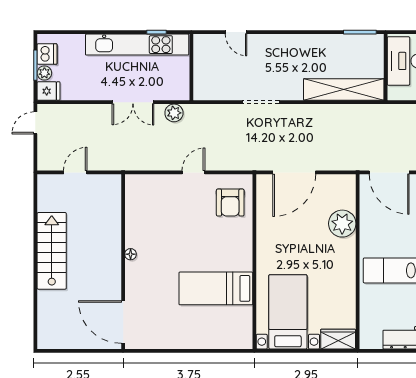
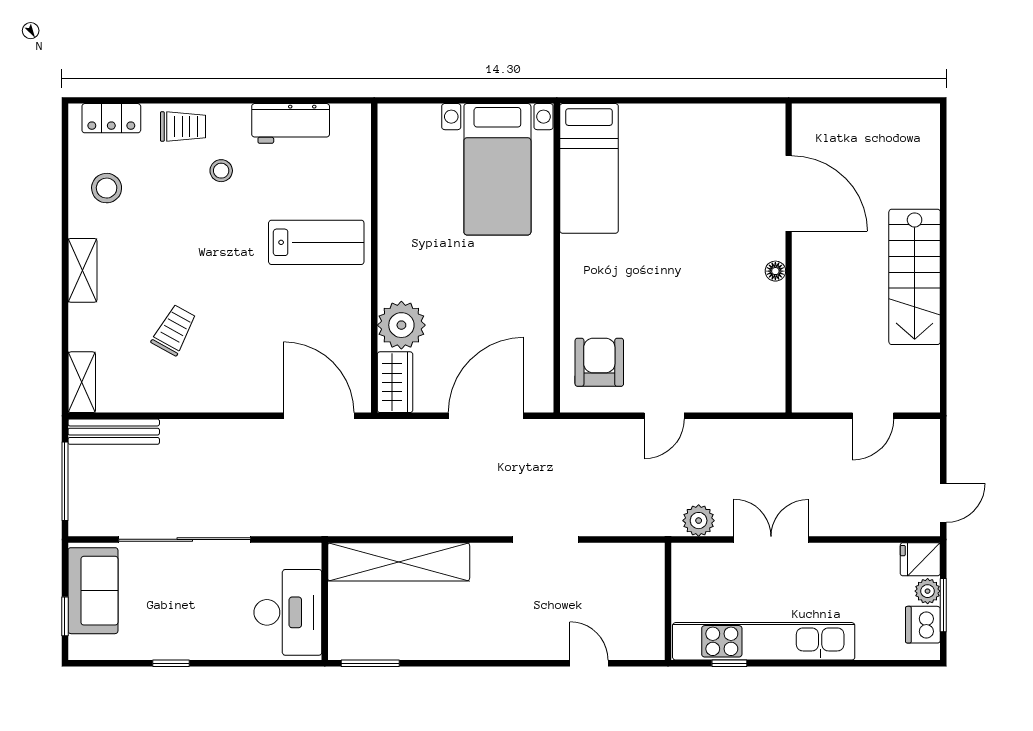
bed: (216, 288) -> (589, 168), moved, turned 90
door: (123, 322) -> (789, 193), moved
wardrobe: (338, 339) -> (395, 382), moved, turned -90

